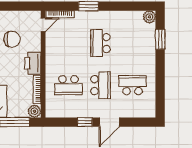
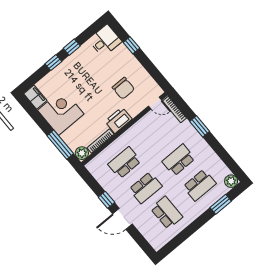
school desk: (132, 43) -> (200, 185), added
school desk: (68, 85) -> (125, 163), turned 90

